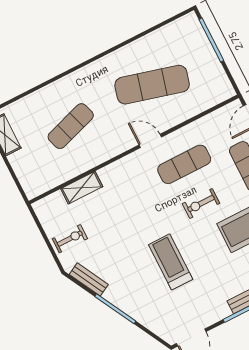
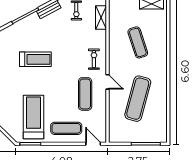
door: (150, 141) -> (107, 82), hinge flipped
shelving: (82, 188) -> (101, 17), moved
exercise bike: (201, 204) -> (94, 59), moved

